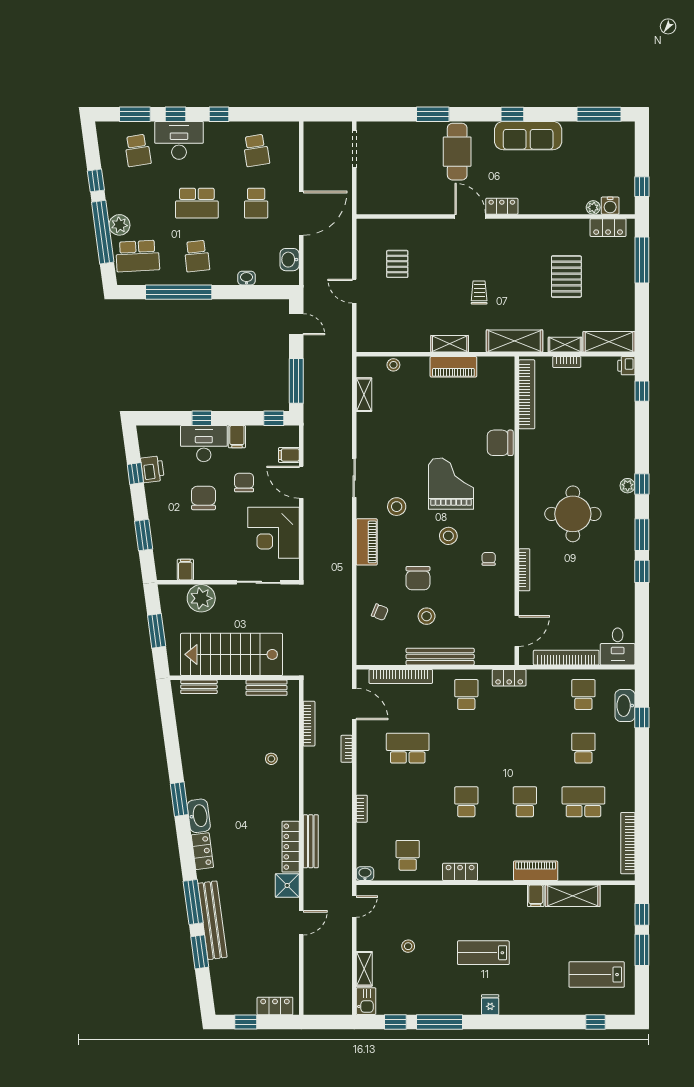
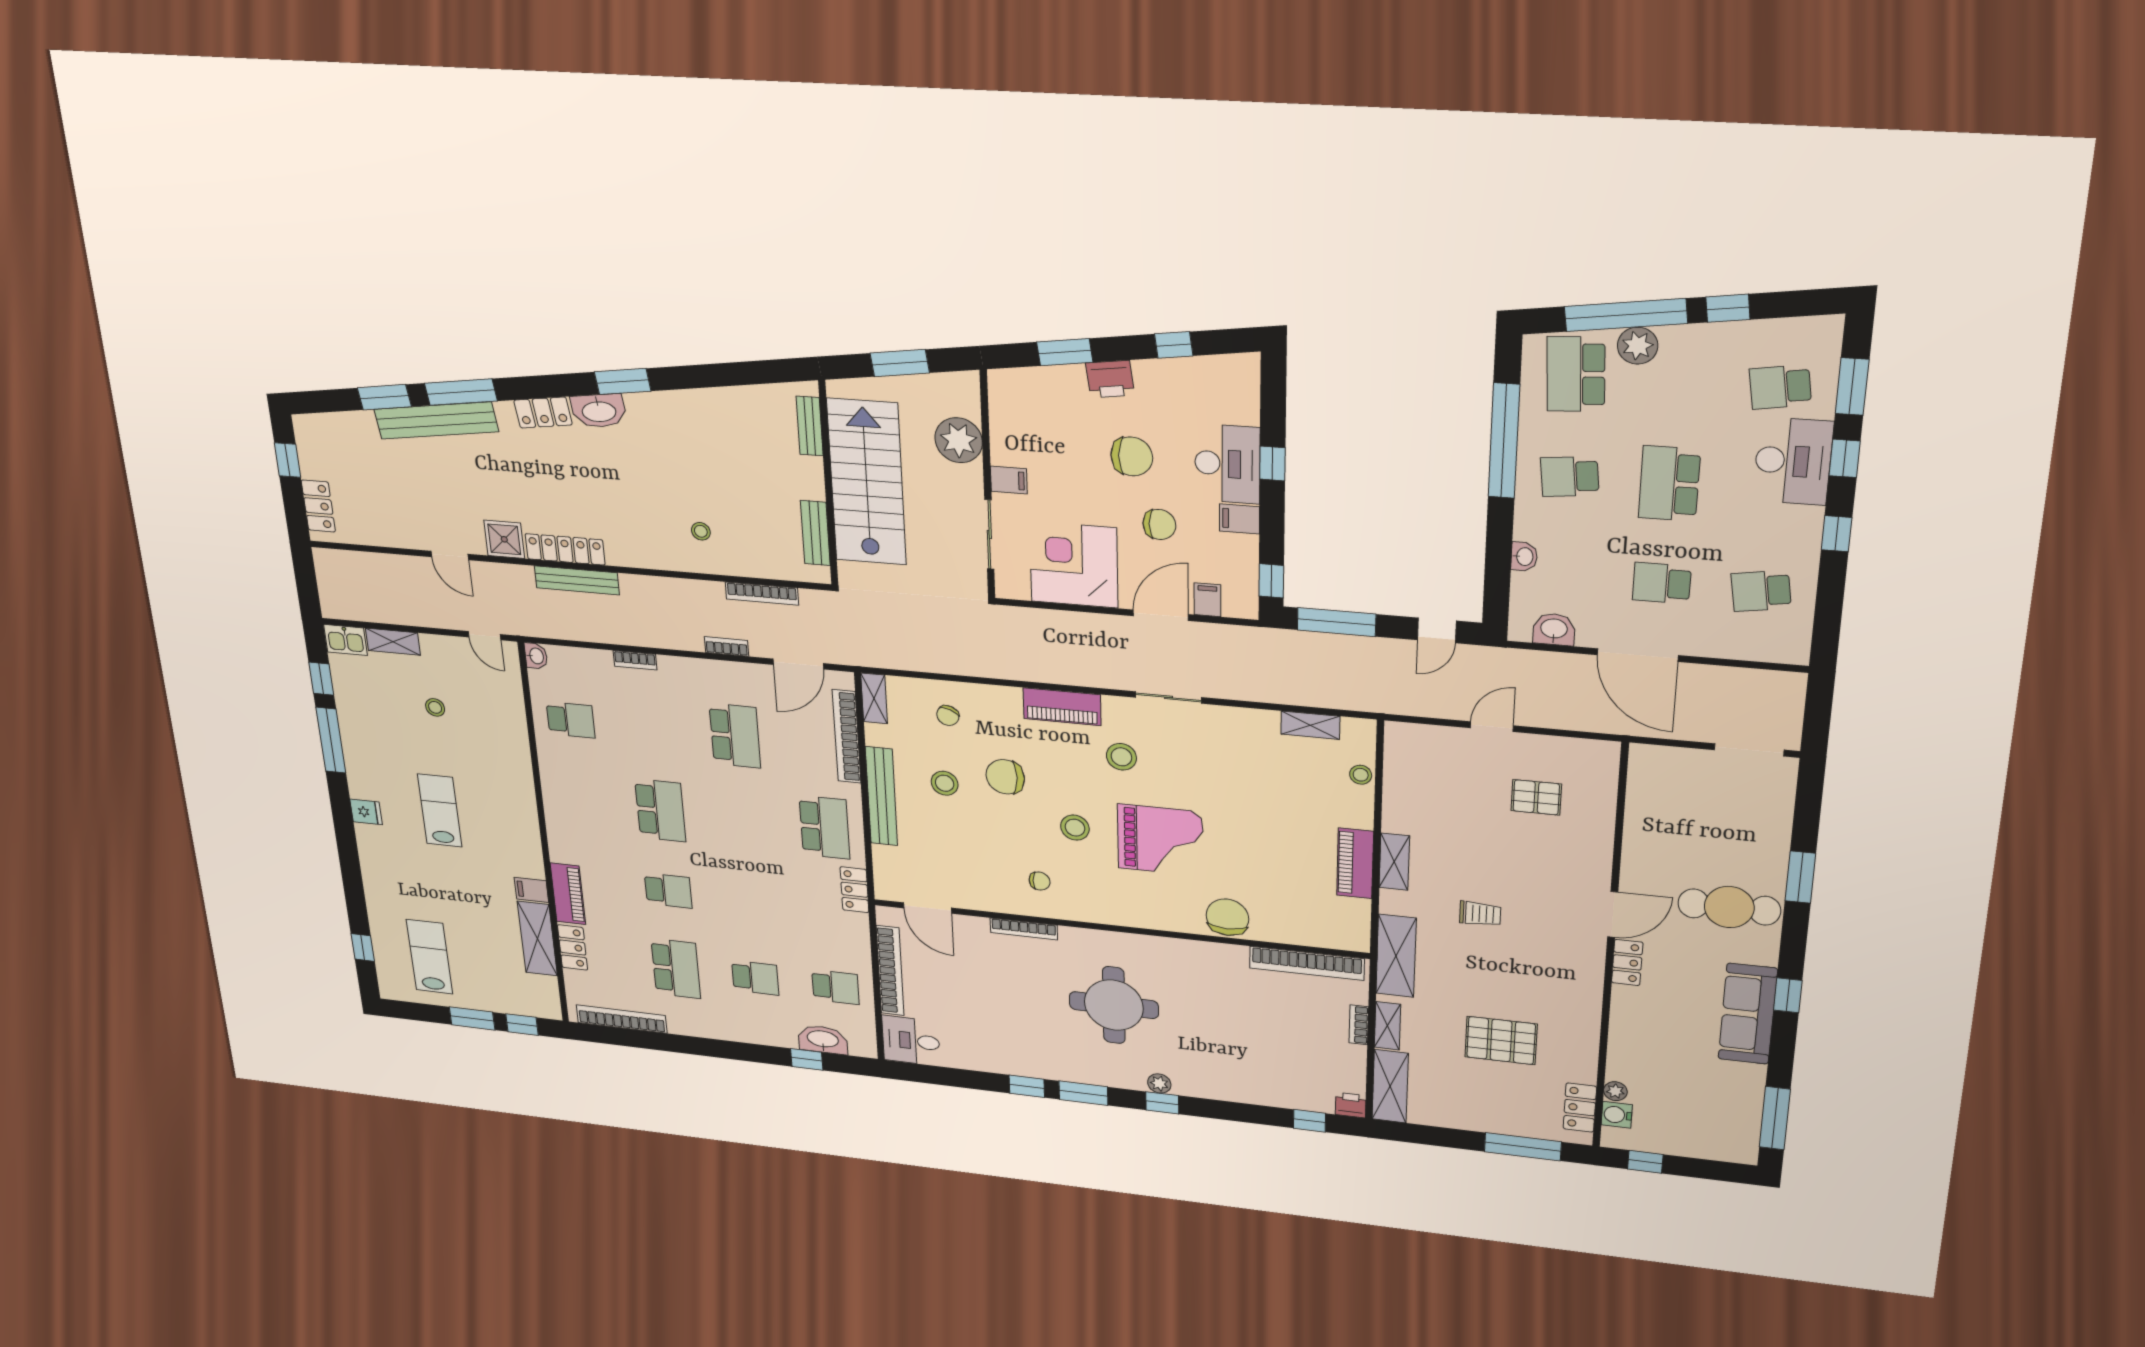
printer: (152, 469) -> (1110, 379), moved
filing cabinet: (185, 570) -> (1009, 480), moved
shelving: (373, 658) -> (874, 698), added
school desk: (466, 695) -> (824, 827), width x1.85
school desk: (466, 802) -> (660, 810), width x1.85
locker: (460, 872) -> (573, 947), moved

